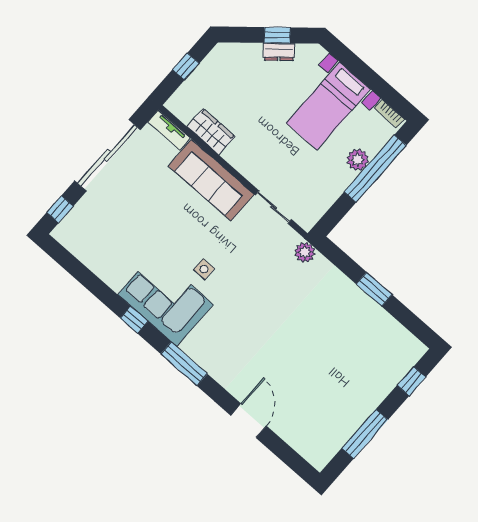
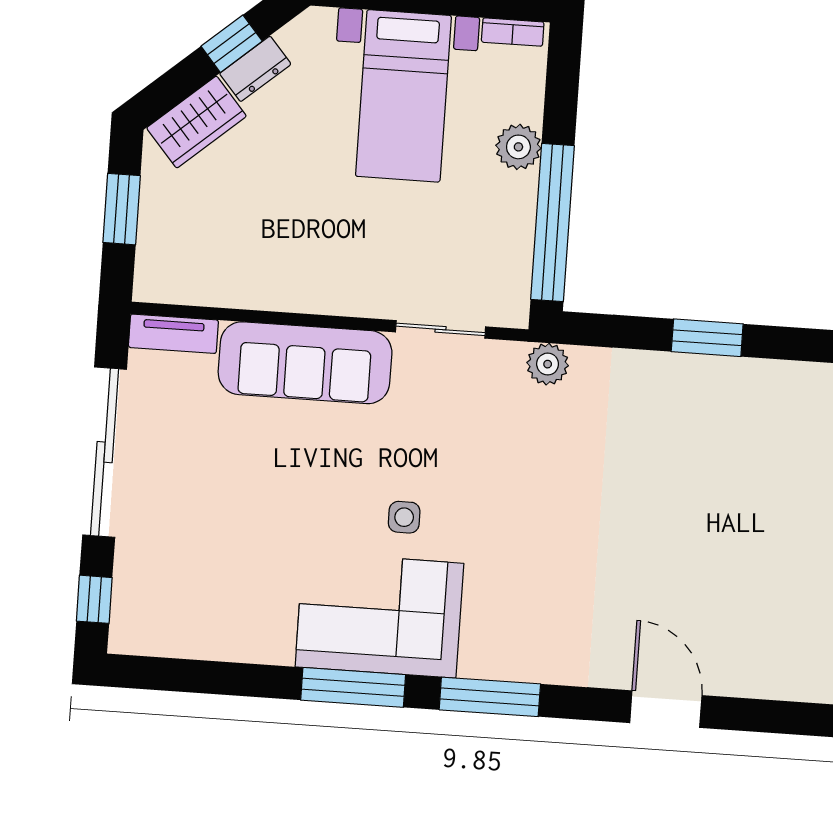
window: (186, 66) -> (122, 209), width x1.50
wardrobe: (211, 132) -> (197, 122), moved, turned 139
window: (375, 169) -> (553, 223), moved
window: (134, 320) -> (353, 687), width x2.17

